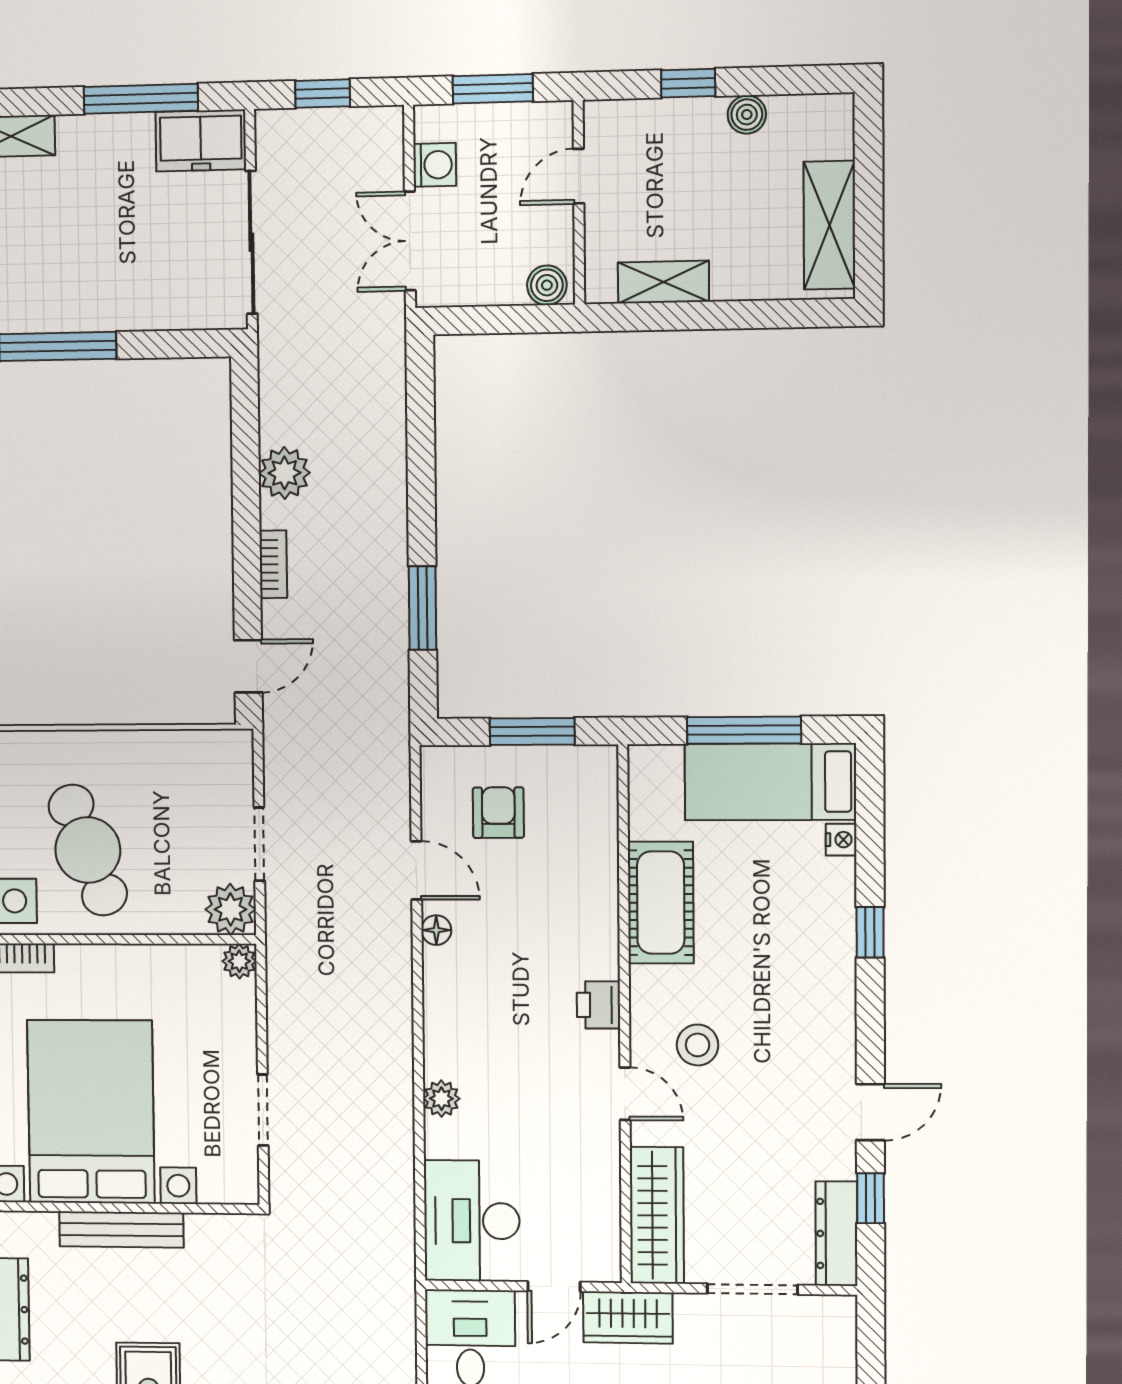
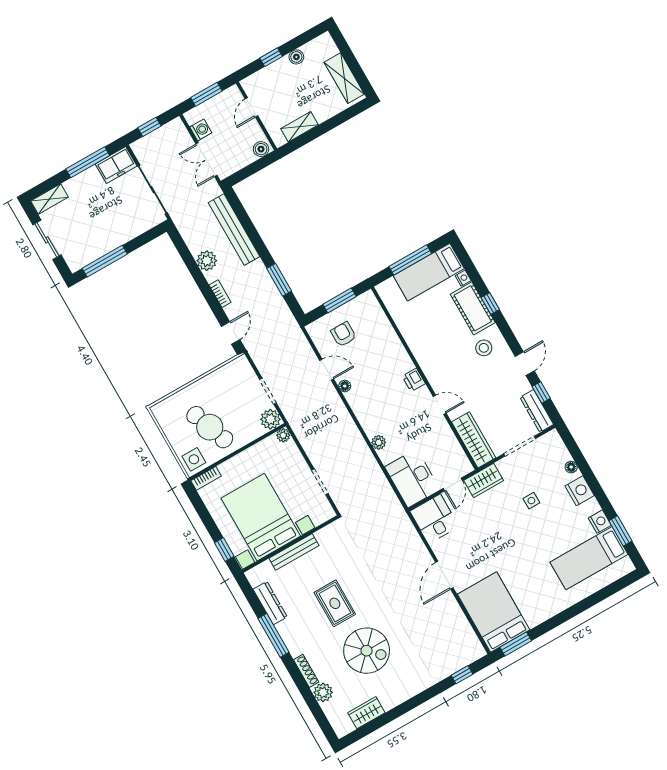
bench: (384, 437) -> (234, 230), added
cot: (661, 903) -> (473, 308), moved
stool: (698, 1045) -> (484, 348), moved

